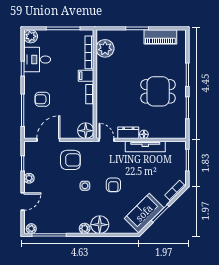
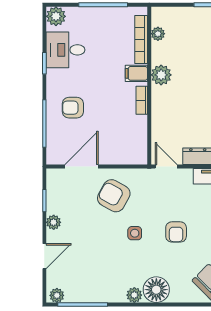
plant: (105, 48) -> (158, 34), width x0.53, depth x0.53
plant: (103, 77) -> (161, 75), added
floor lamp: (86, 131) -> (136, 153), removed
armchair: (70, 160) -> (114, 196), turned -151

